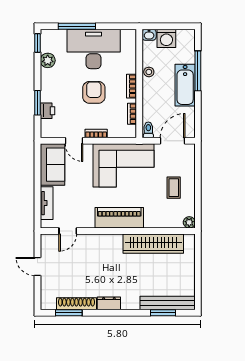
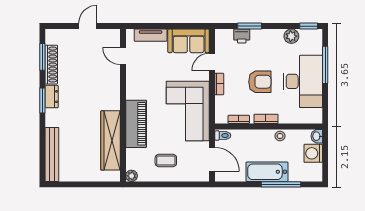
piano: (119, 218) -> (136, 124), moved
window: (163, 313) -> (42, 100), moved

